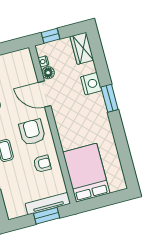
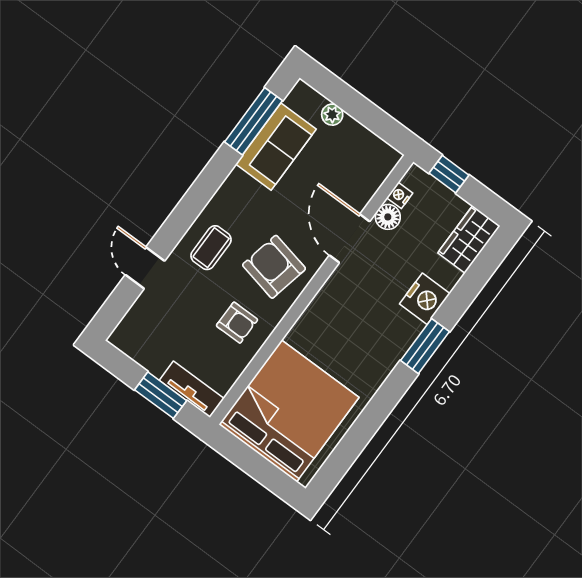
armchair: (32, 132) -> (274, 267), turned -78
bed: (86, 173) -> (289, 411), width x1.36
tv unit: (48, 204) -> (192, 389), width x0.71

